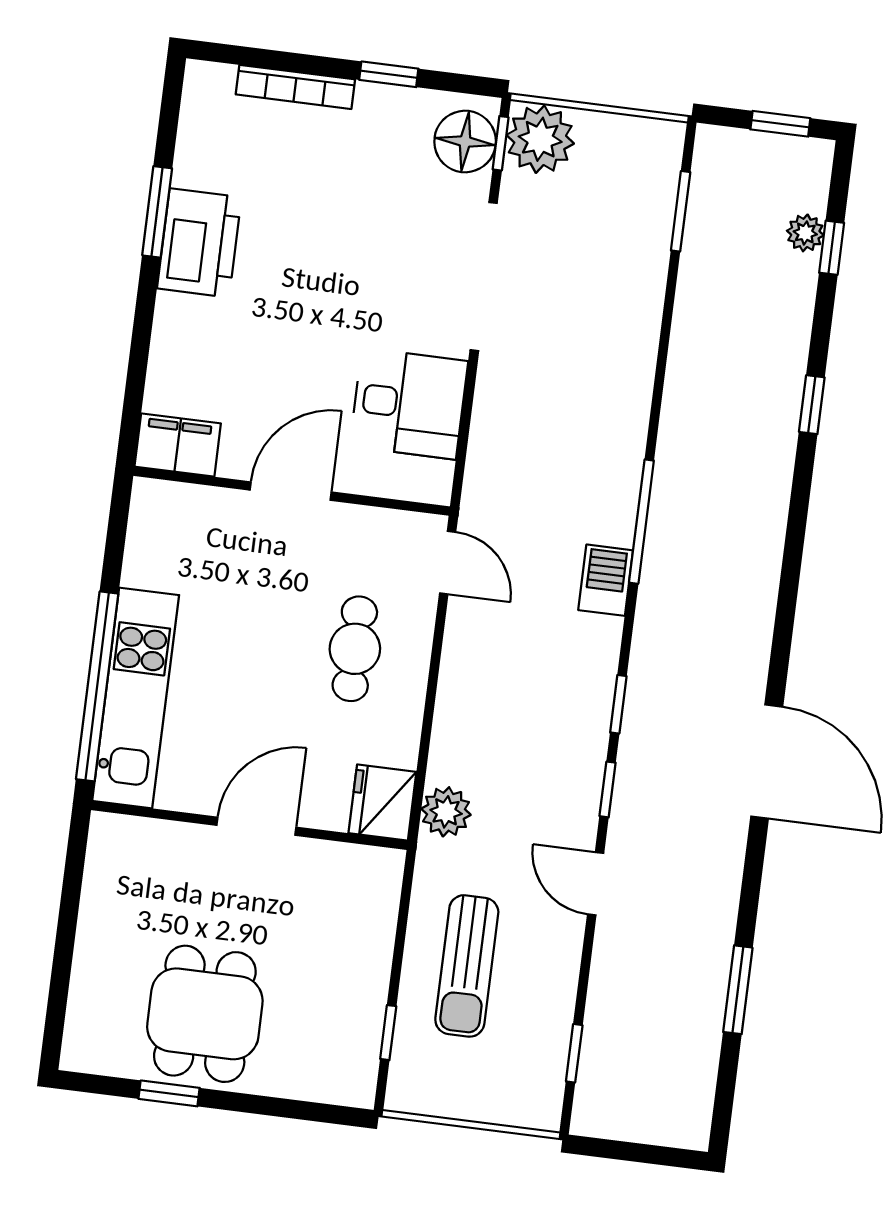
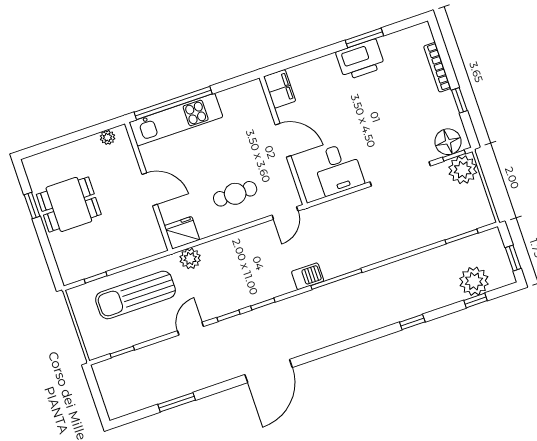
plant: (805, 233) -> (474, 281), width x1.87, depth x1.87
plant: (102, 862) -> (107, 137), added
sun lounger: (467, 966) -> (135, 295), width x1.36, depth x1.34

